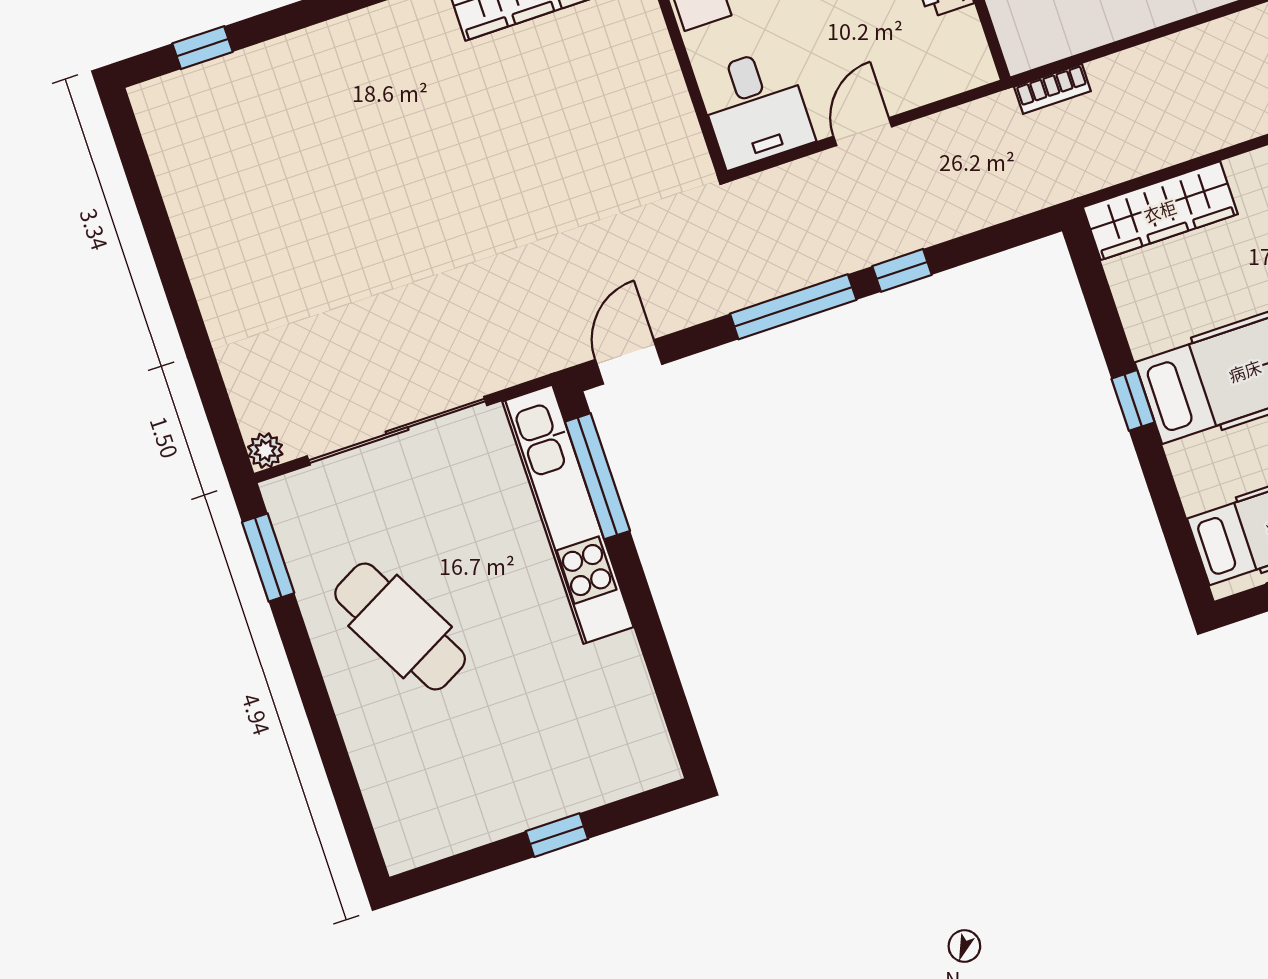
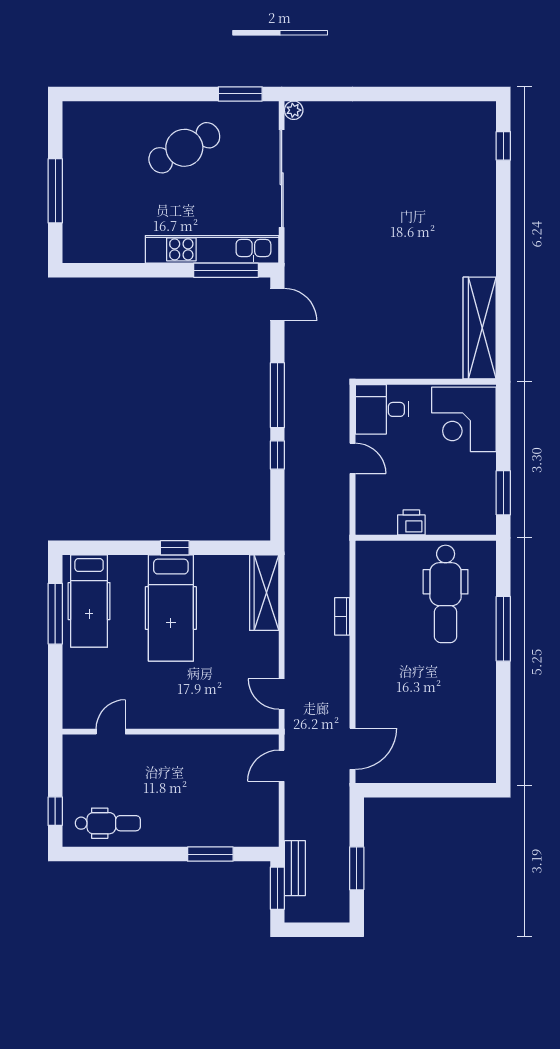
bookcase: (1052, 89) -> (342, 616), moved
window: (557, 835) -> (55, 191), width x2.17

